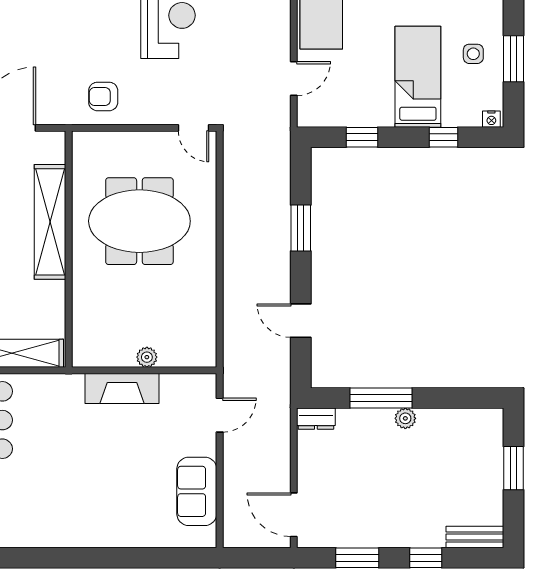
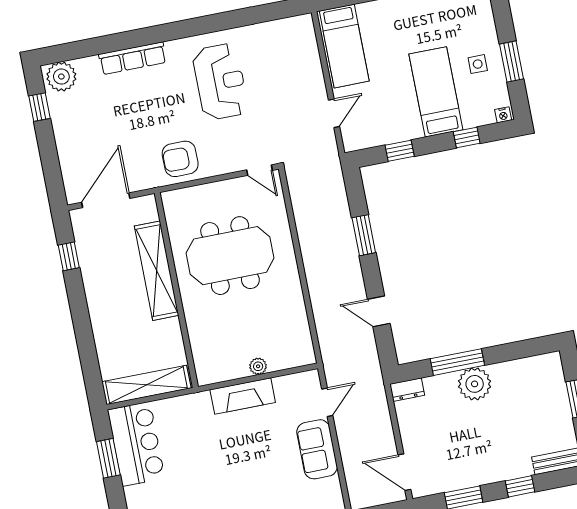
armchair: (103, 96) -> (180, 159), width x1.38, depth x1.38
plant: (405, 418) -> (475, 384), width x1.88, depth x1.88
sofa: (197, 491) -> (317, 449), moved

